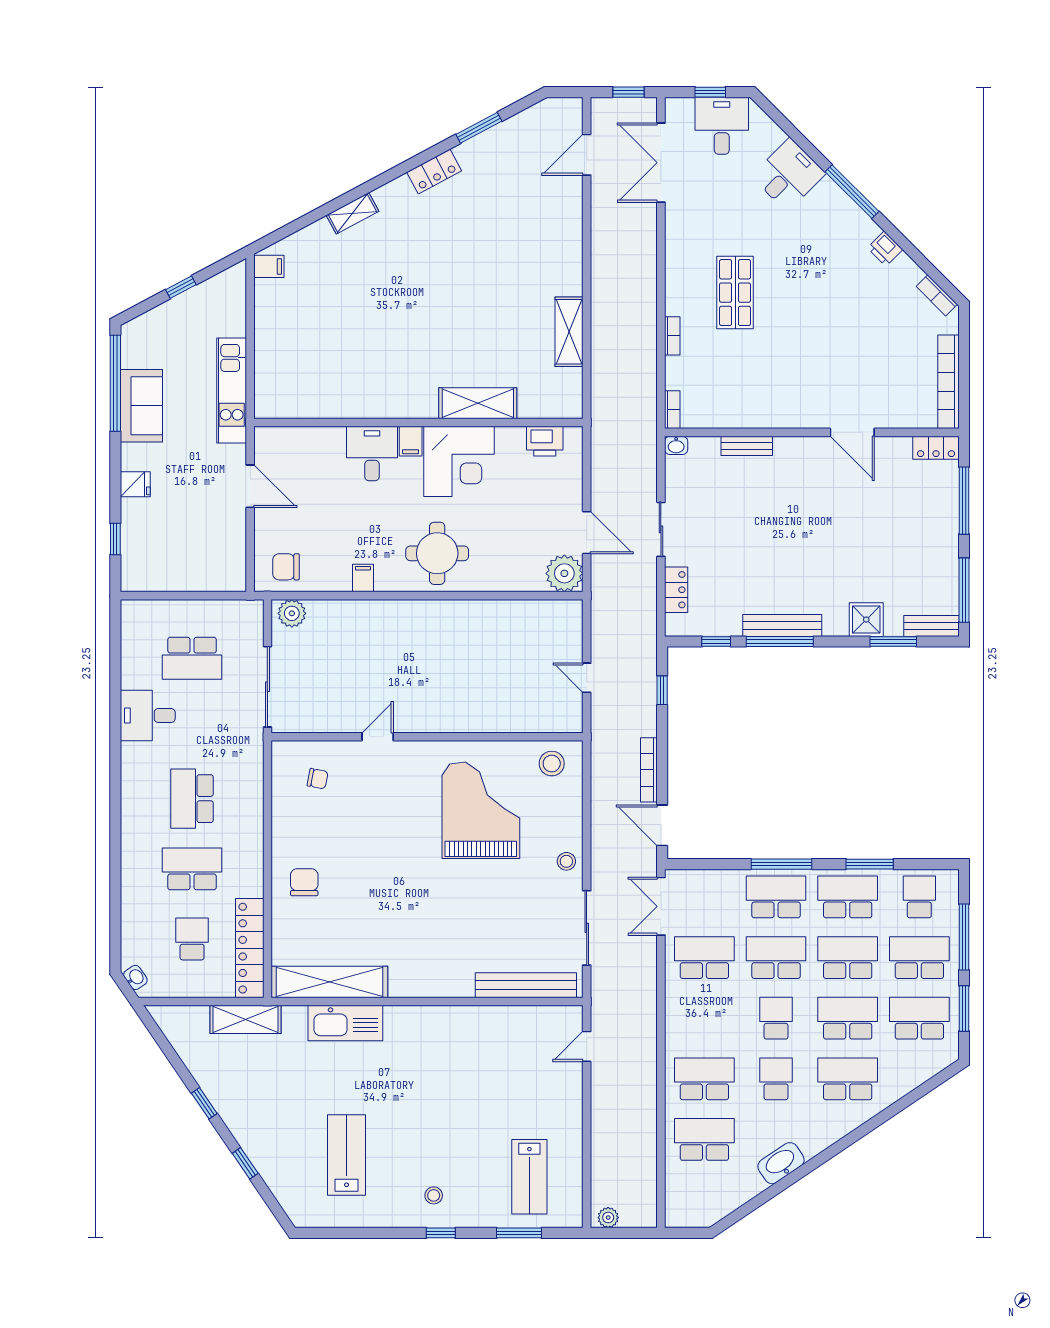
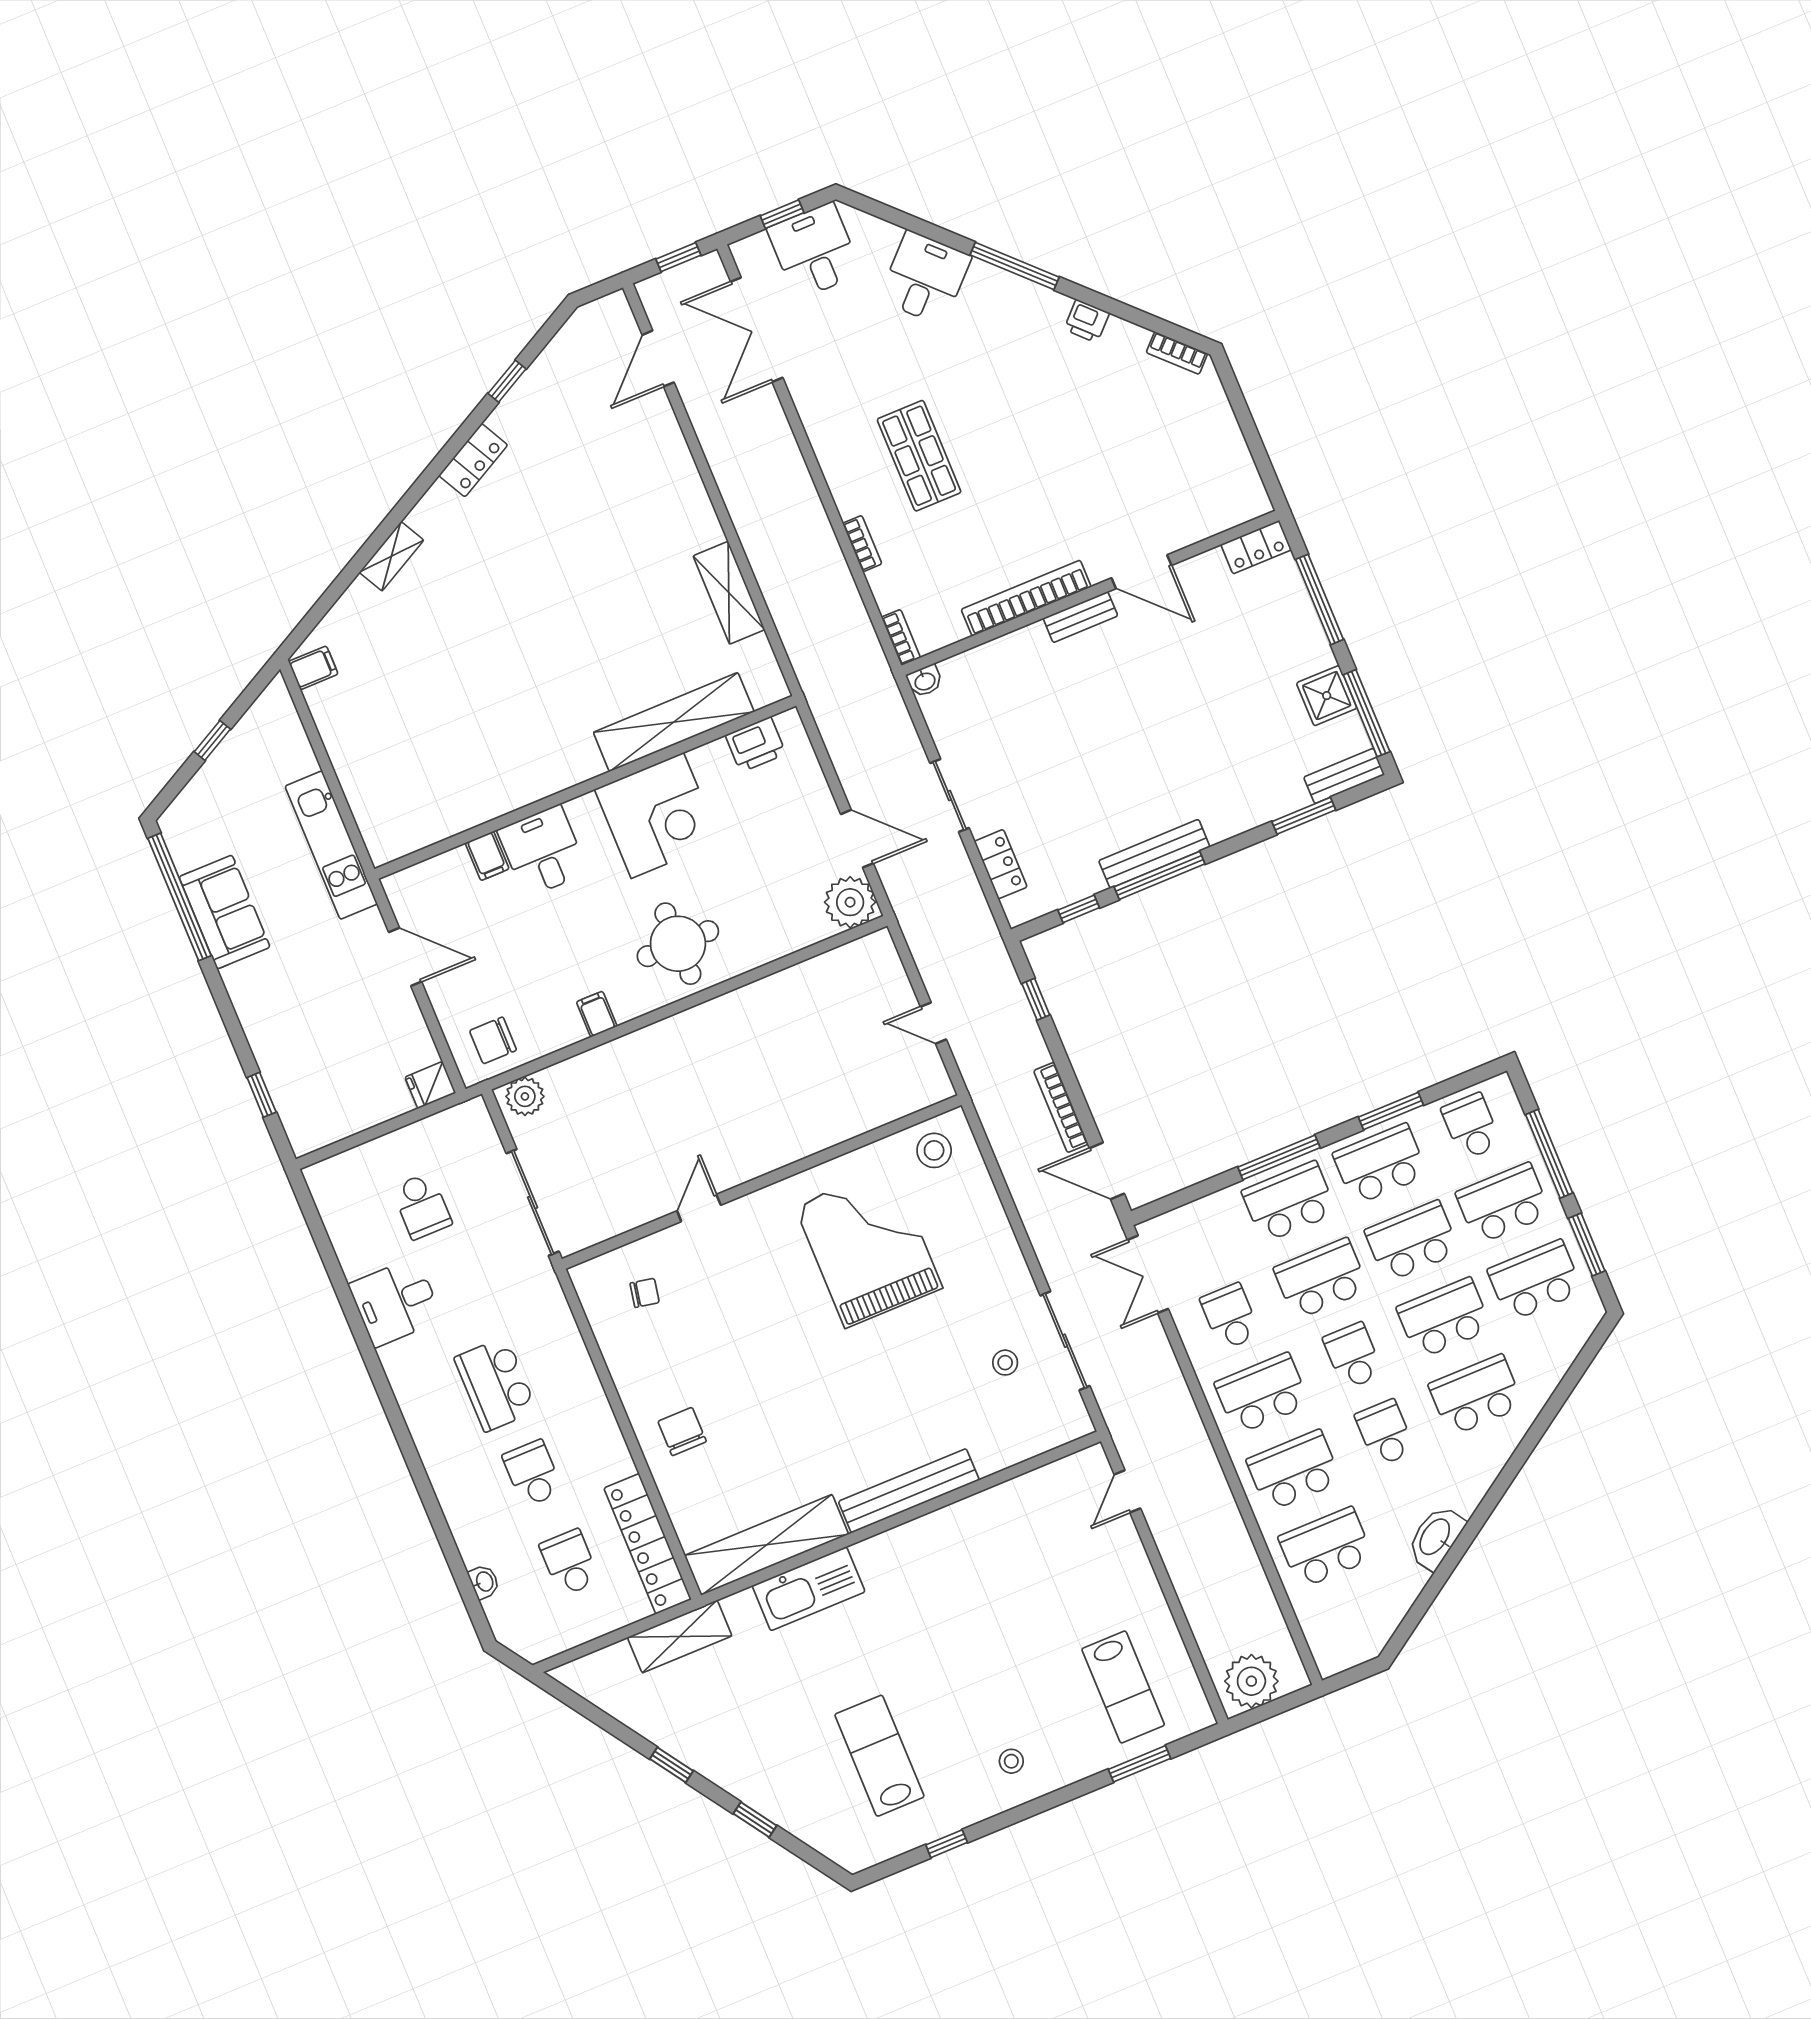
window: (479, 128) -> (507, 381), width x0.67
bookcase: (948, 382) -> (1026, 598), moved, turned 90
shelving: (478, 403) -> (674, 722), width x1.47
filing cabinet: (411, 441) -> (487, 856), moved
bench: (747, 446) -> (1080, 617), moved
fridge: (135, 484) -> (430, 1085), moved, turned 180
shower: (866, 620) -> (1327, 696), moved
school desk: (192, 658) -> (422, 1206), width x0.54
stool: (566, 861) -> (1005, 1363), moved
school desk: (192, 869) -> (533, 1473), width x0.54
school desk: (704, 958) -> (1230, 1317), width x0.54
washbasin: (135, 977) -> (484, 1582), moved, turned 34
bench: (526, 985) -> (909, 1491), moved
school desk: (704, 1018) -> (1262, 1394), added
plant: (608, 1218) -> (1251, 1681), width x1.87, depth x1.87
window: (441, 1233) -> (947, 1844), moved

